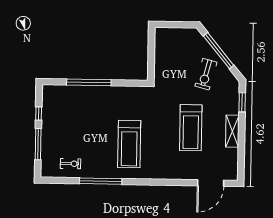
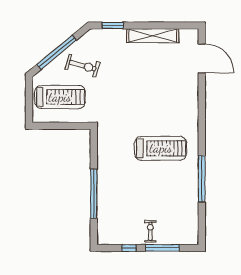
treadmill: (191, 128) -> (60, 97), moved
shelving: (232, 131) -> (153, 36), width x1.47
exercise bike: (70, 164) -> (150, 231), moved

